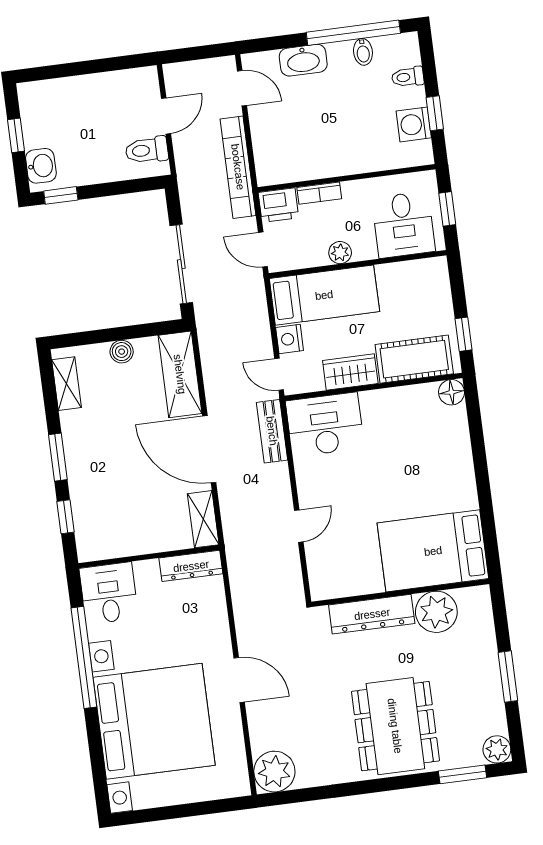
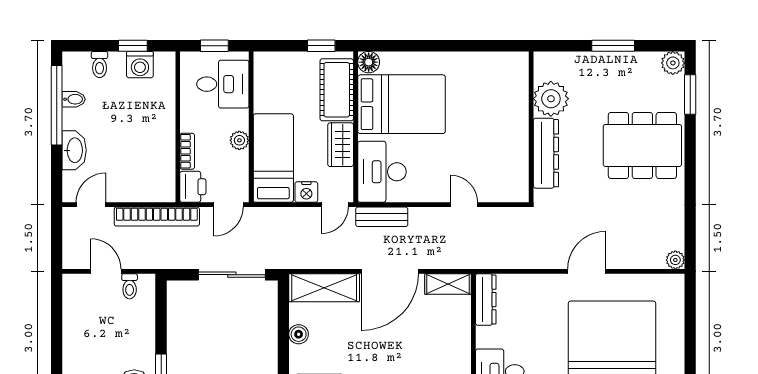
toilet: (147, 150) -> (130, 286), width x0.73, depth x0.72
bed: (433, 551) -> (401, 104), moved, turned -90
plant: (274, 772) -> (675, 260), width x0.53, depth x0.53

